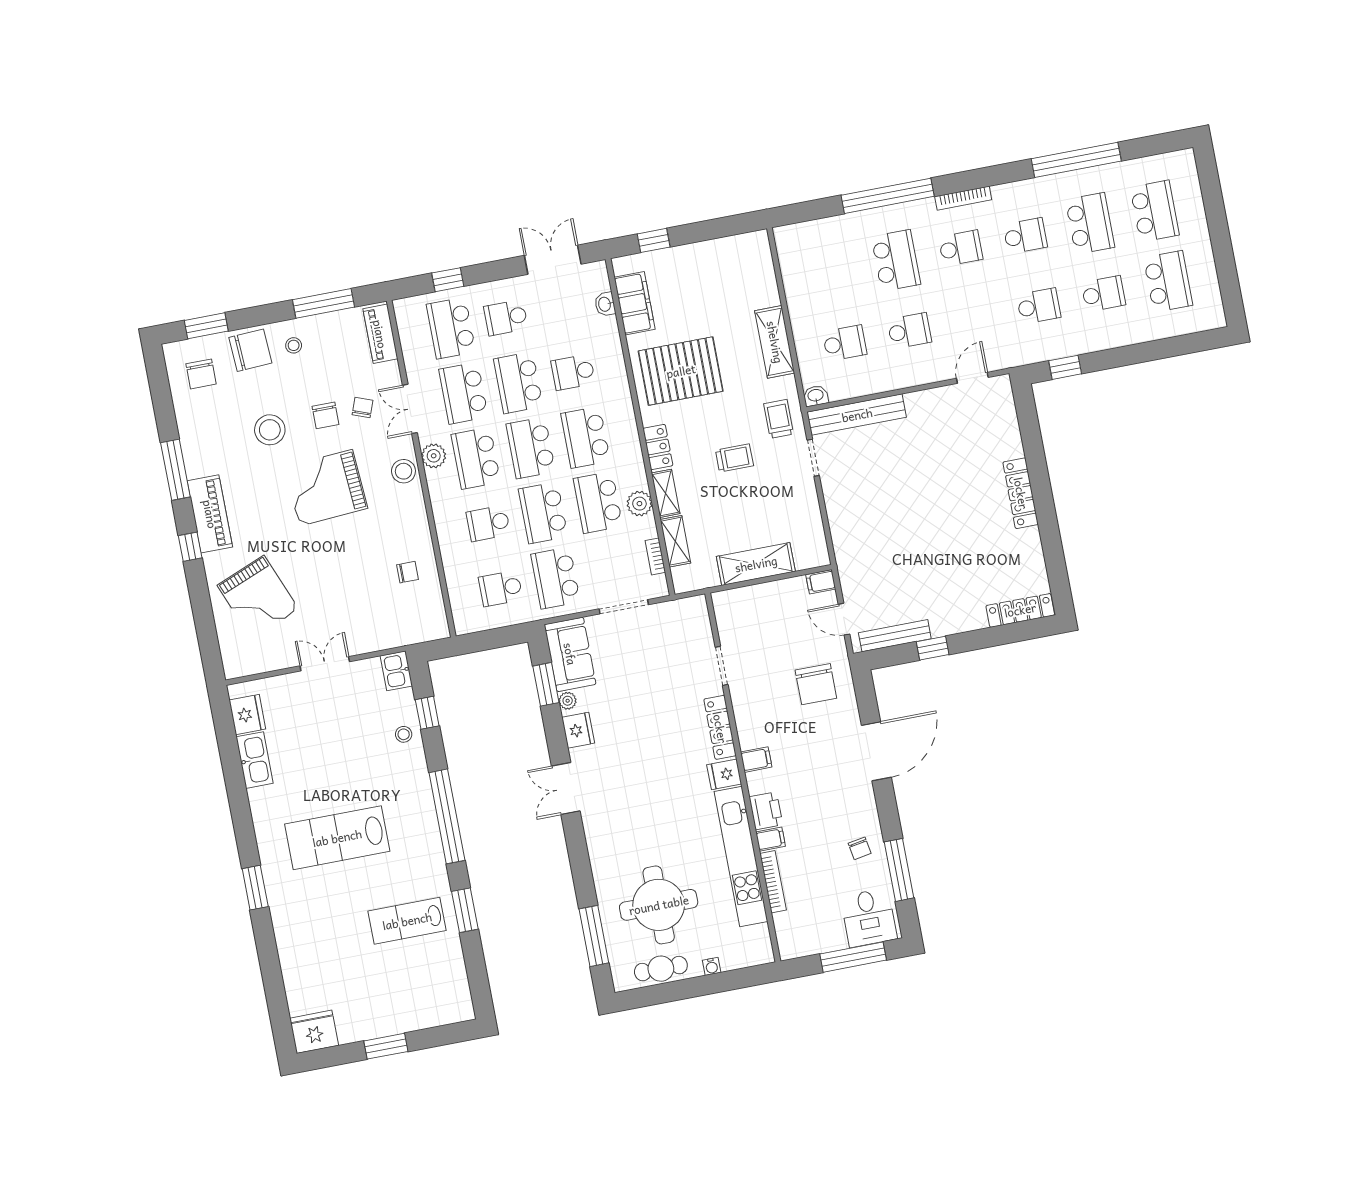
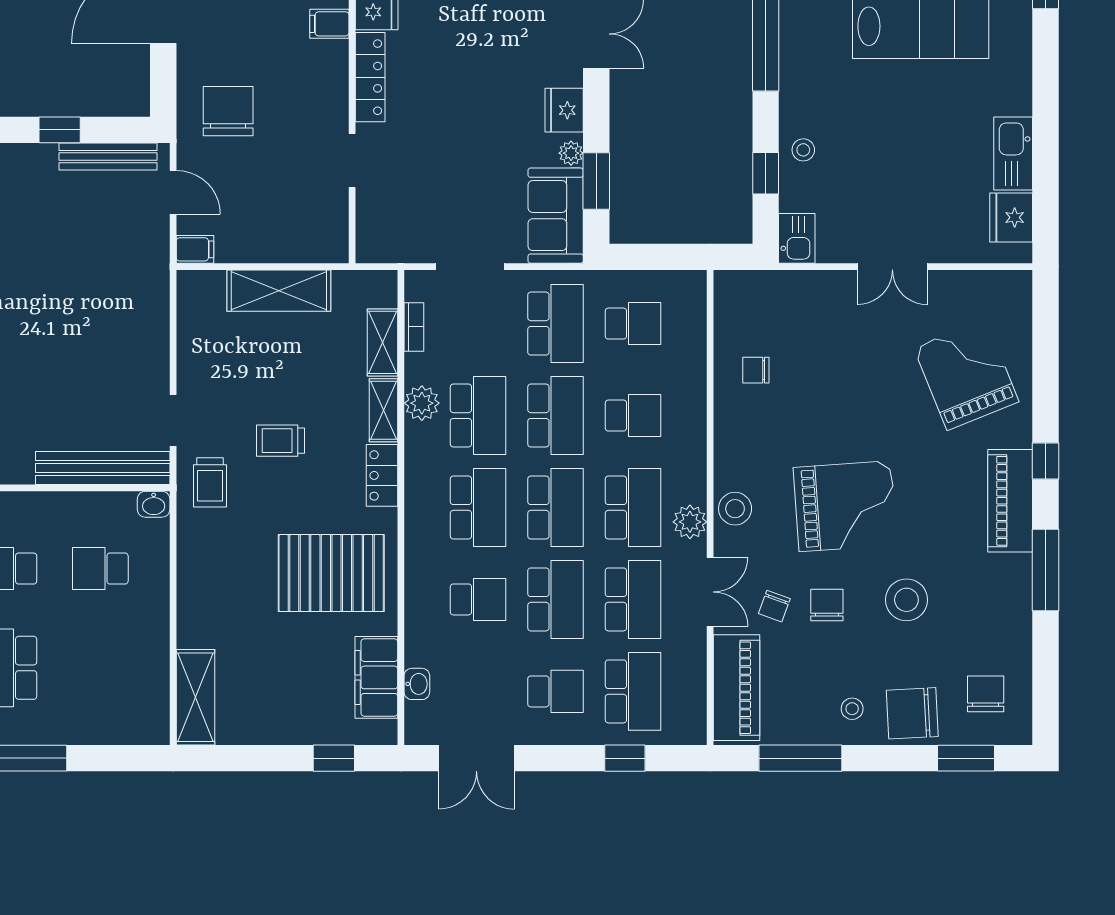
piano: (380, 334) -> (736, 688), width x1.37, depth x1.33
shelving: (775, 342) -> (195, 697), moved

